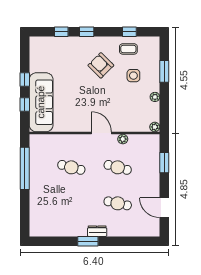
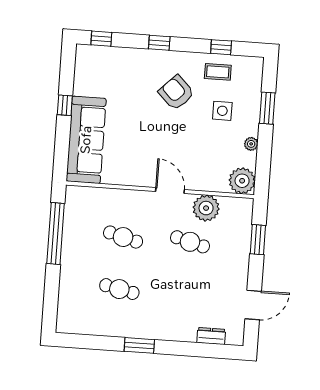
window: (61, 32) -> (101, 39), moved
window: (25, 105) -> (62, 141), removed
plant: (155, 127) -> (242, 181), width x1.87, depth x1.87
plant: (123, 139) -> (206, 208), width x1.88, depth x1.88
cafe table: (118, 203) -> (119, 289), moved
door: (164, 208) -> (253, 305), swing flipped
dresser: (97, 231) -> (211, 336), moved

